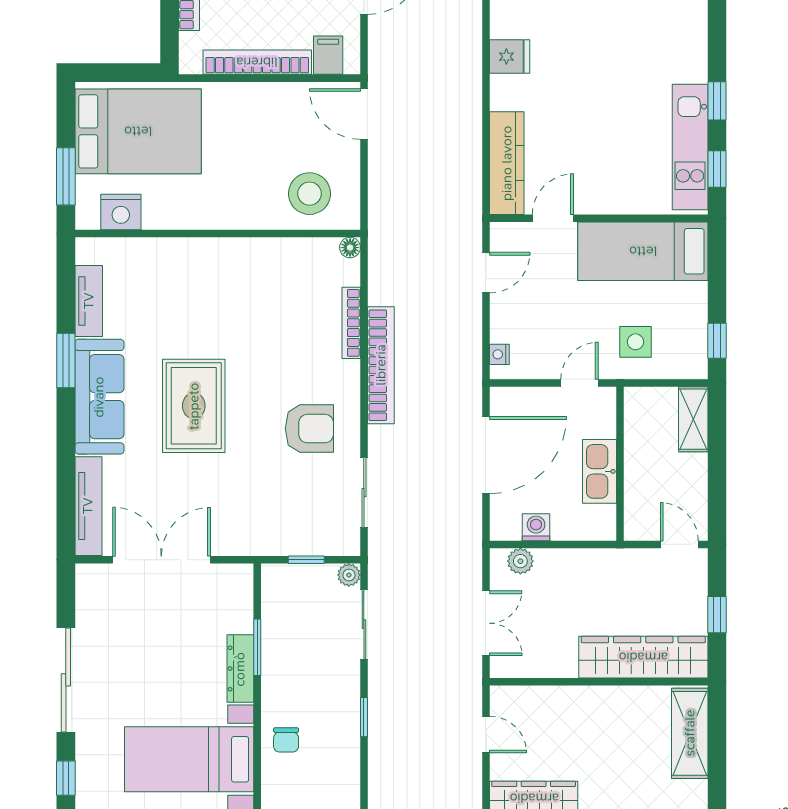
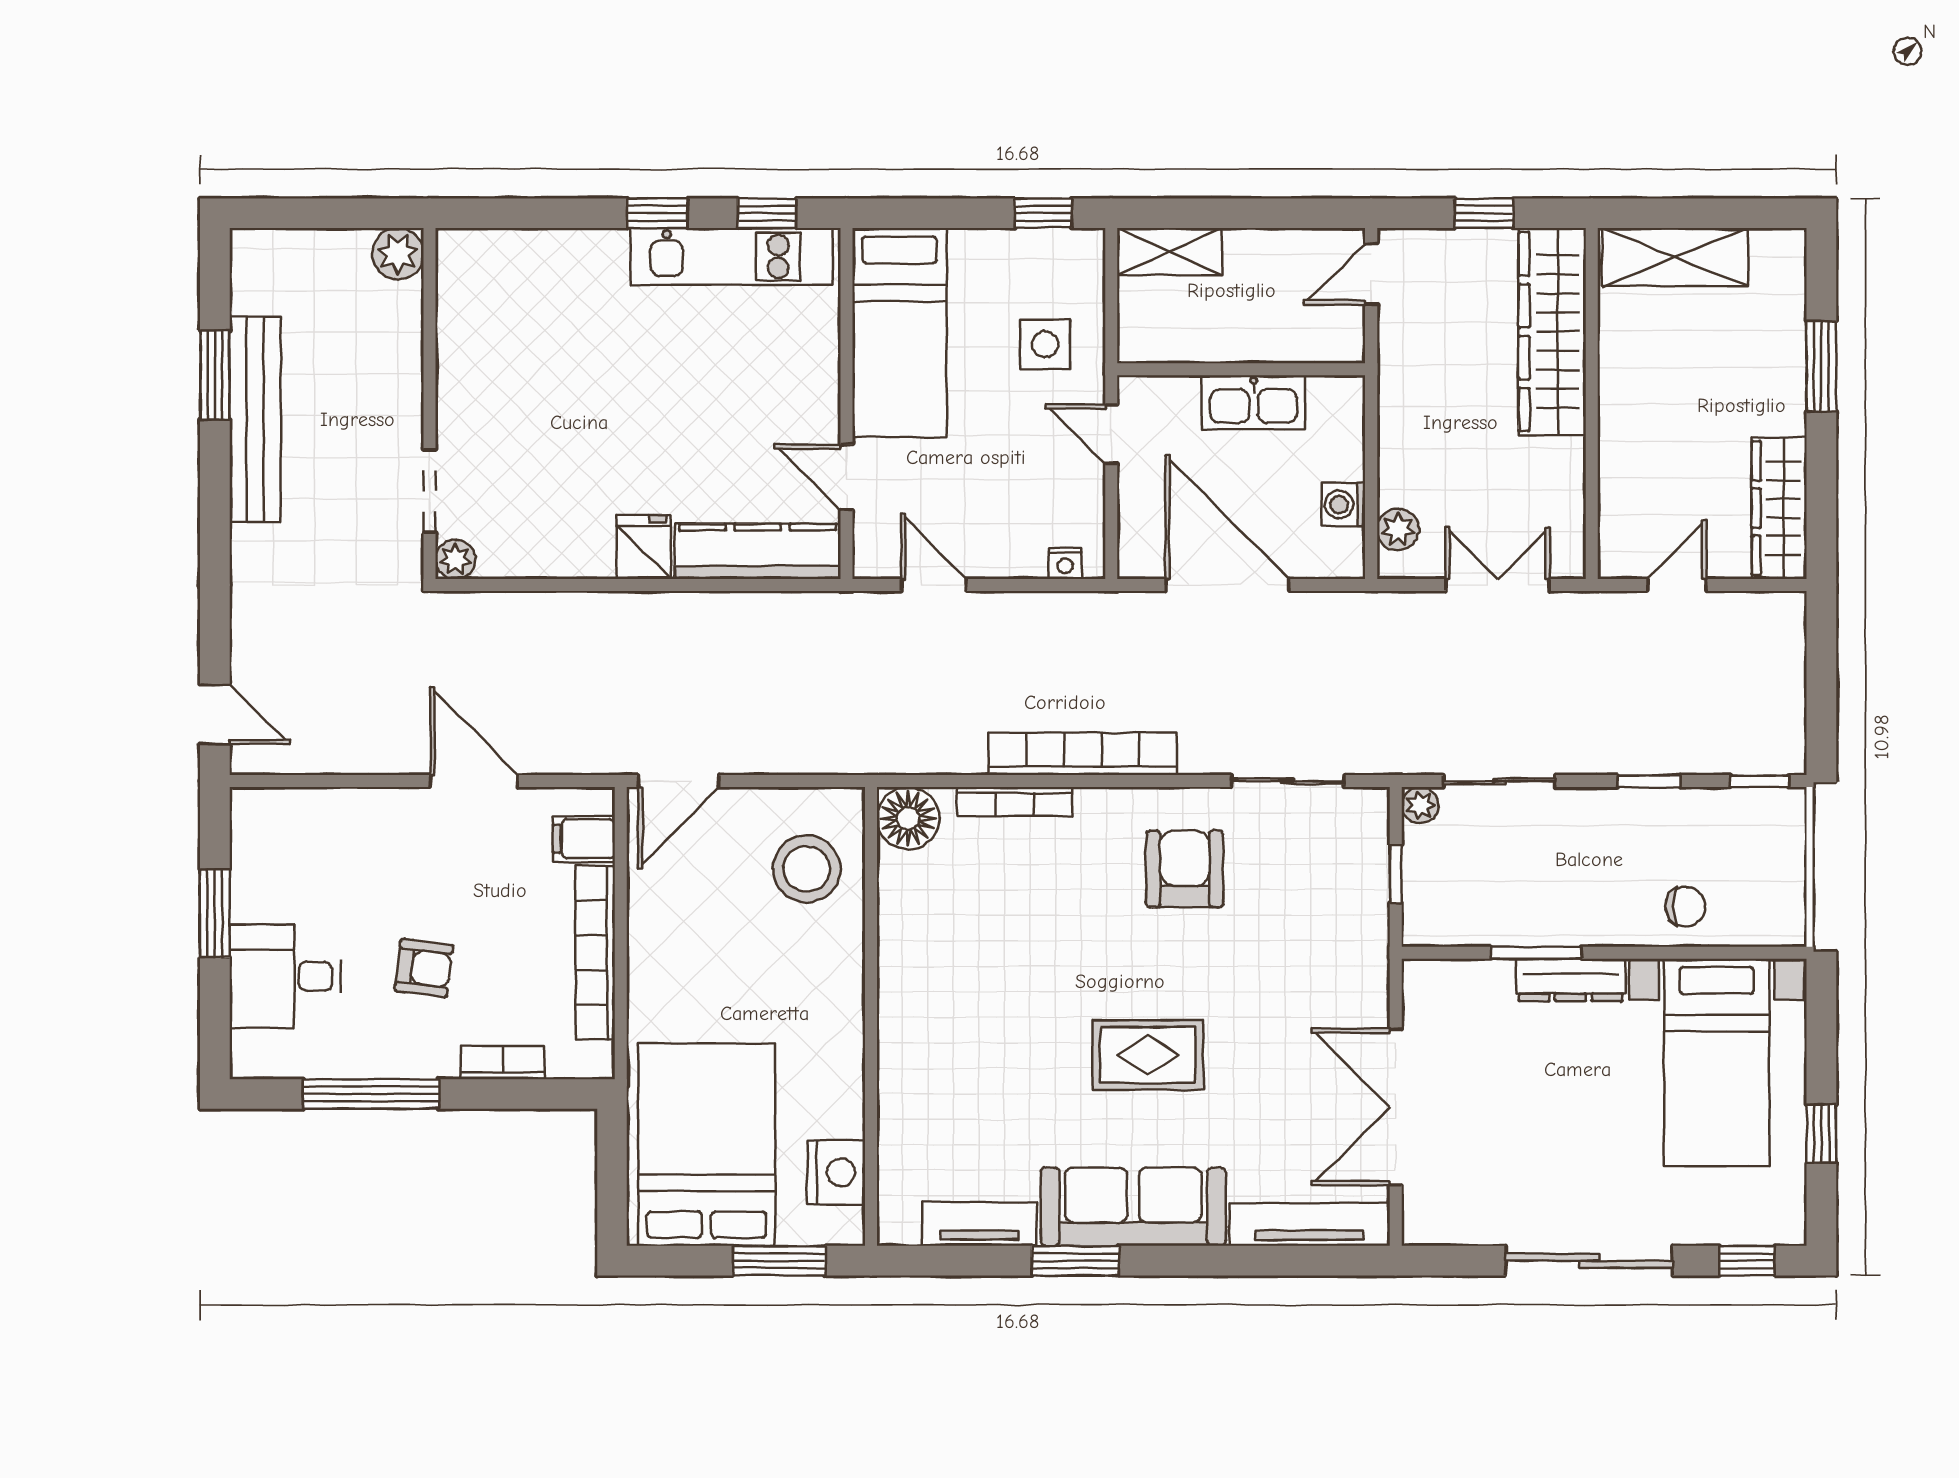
fridge: (510, 57) -> (644, 547), moved
floor lamp: (350, 248) -> (908, 818), width x1.89, depth x1.89
rug: (194, 406) -> (1148, 1055), width x0.73, depth x0.70
window: (364, 786) -> (1760, 781), added

